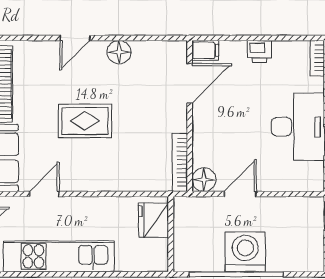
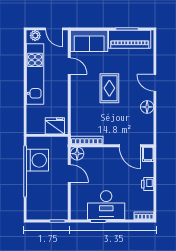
washing machine: (245, 252) -> (37, 160), moved

